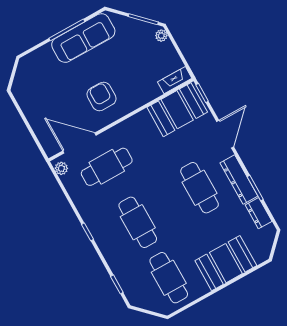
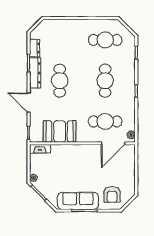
armchair: (101, 96) -> (112, 195), moved
booth: (177, 110) -> (60, 131), moved
door: (225, 134) -> (29, 103), hinge flipped
door: (79, 143) -> (113, 143), hinge flipped
booth: (226, 263) -> (69, 30), removed
cafe table: (169, 278) -> (105, 40), turned 90

